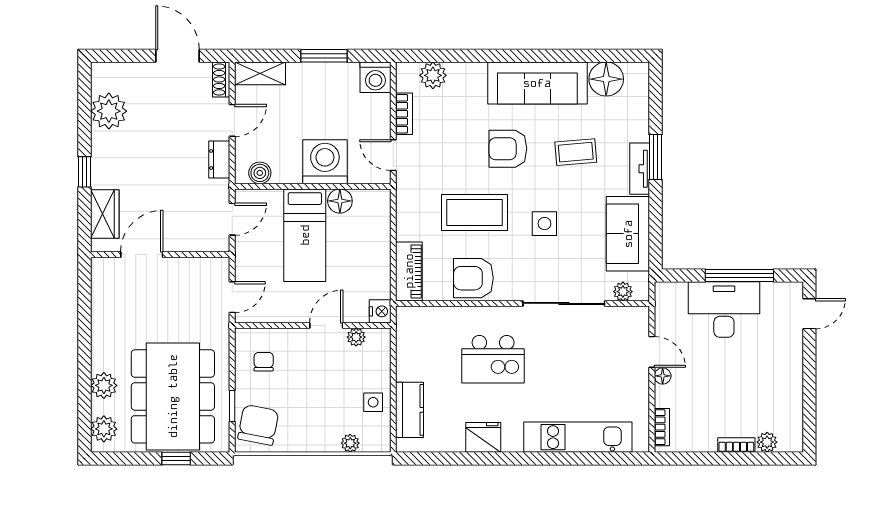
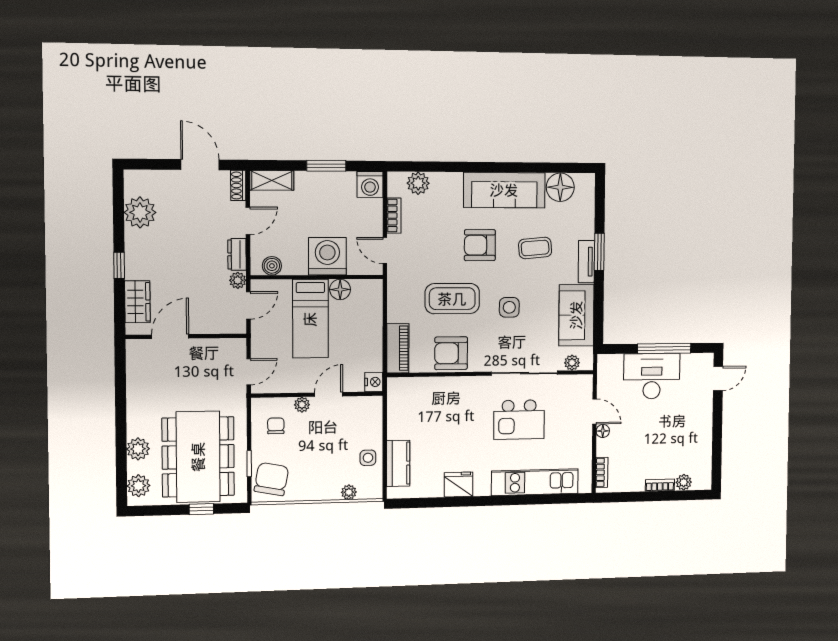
plant: (220, 190) -> (238, 280), added
plant: (356, 337) -> (302, 405), moved
kitchen island: (493, 359) -> (519, 420), moved

